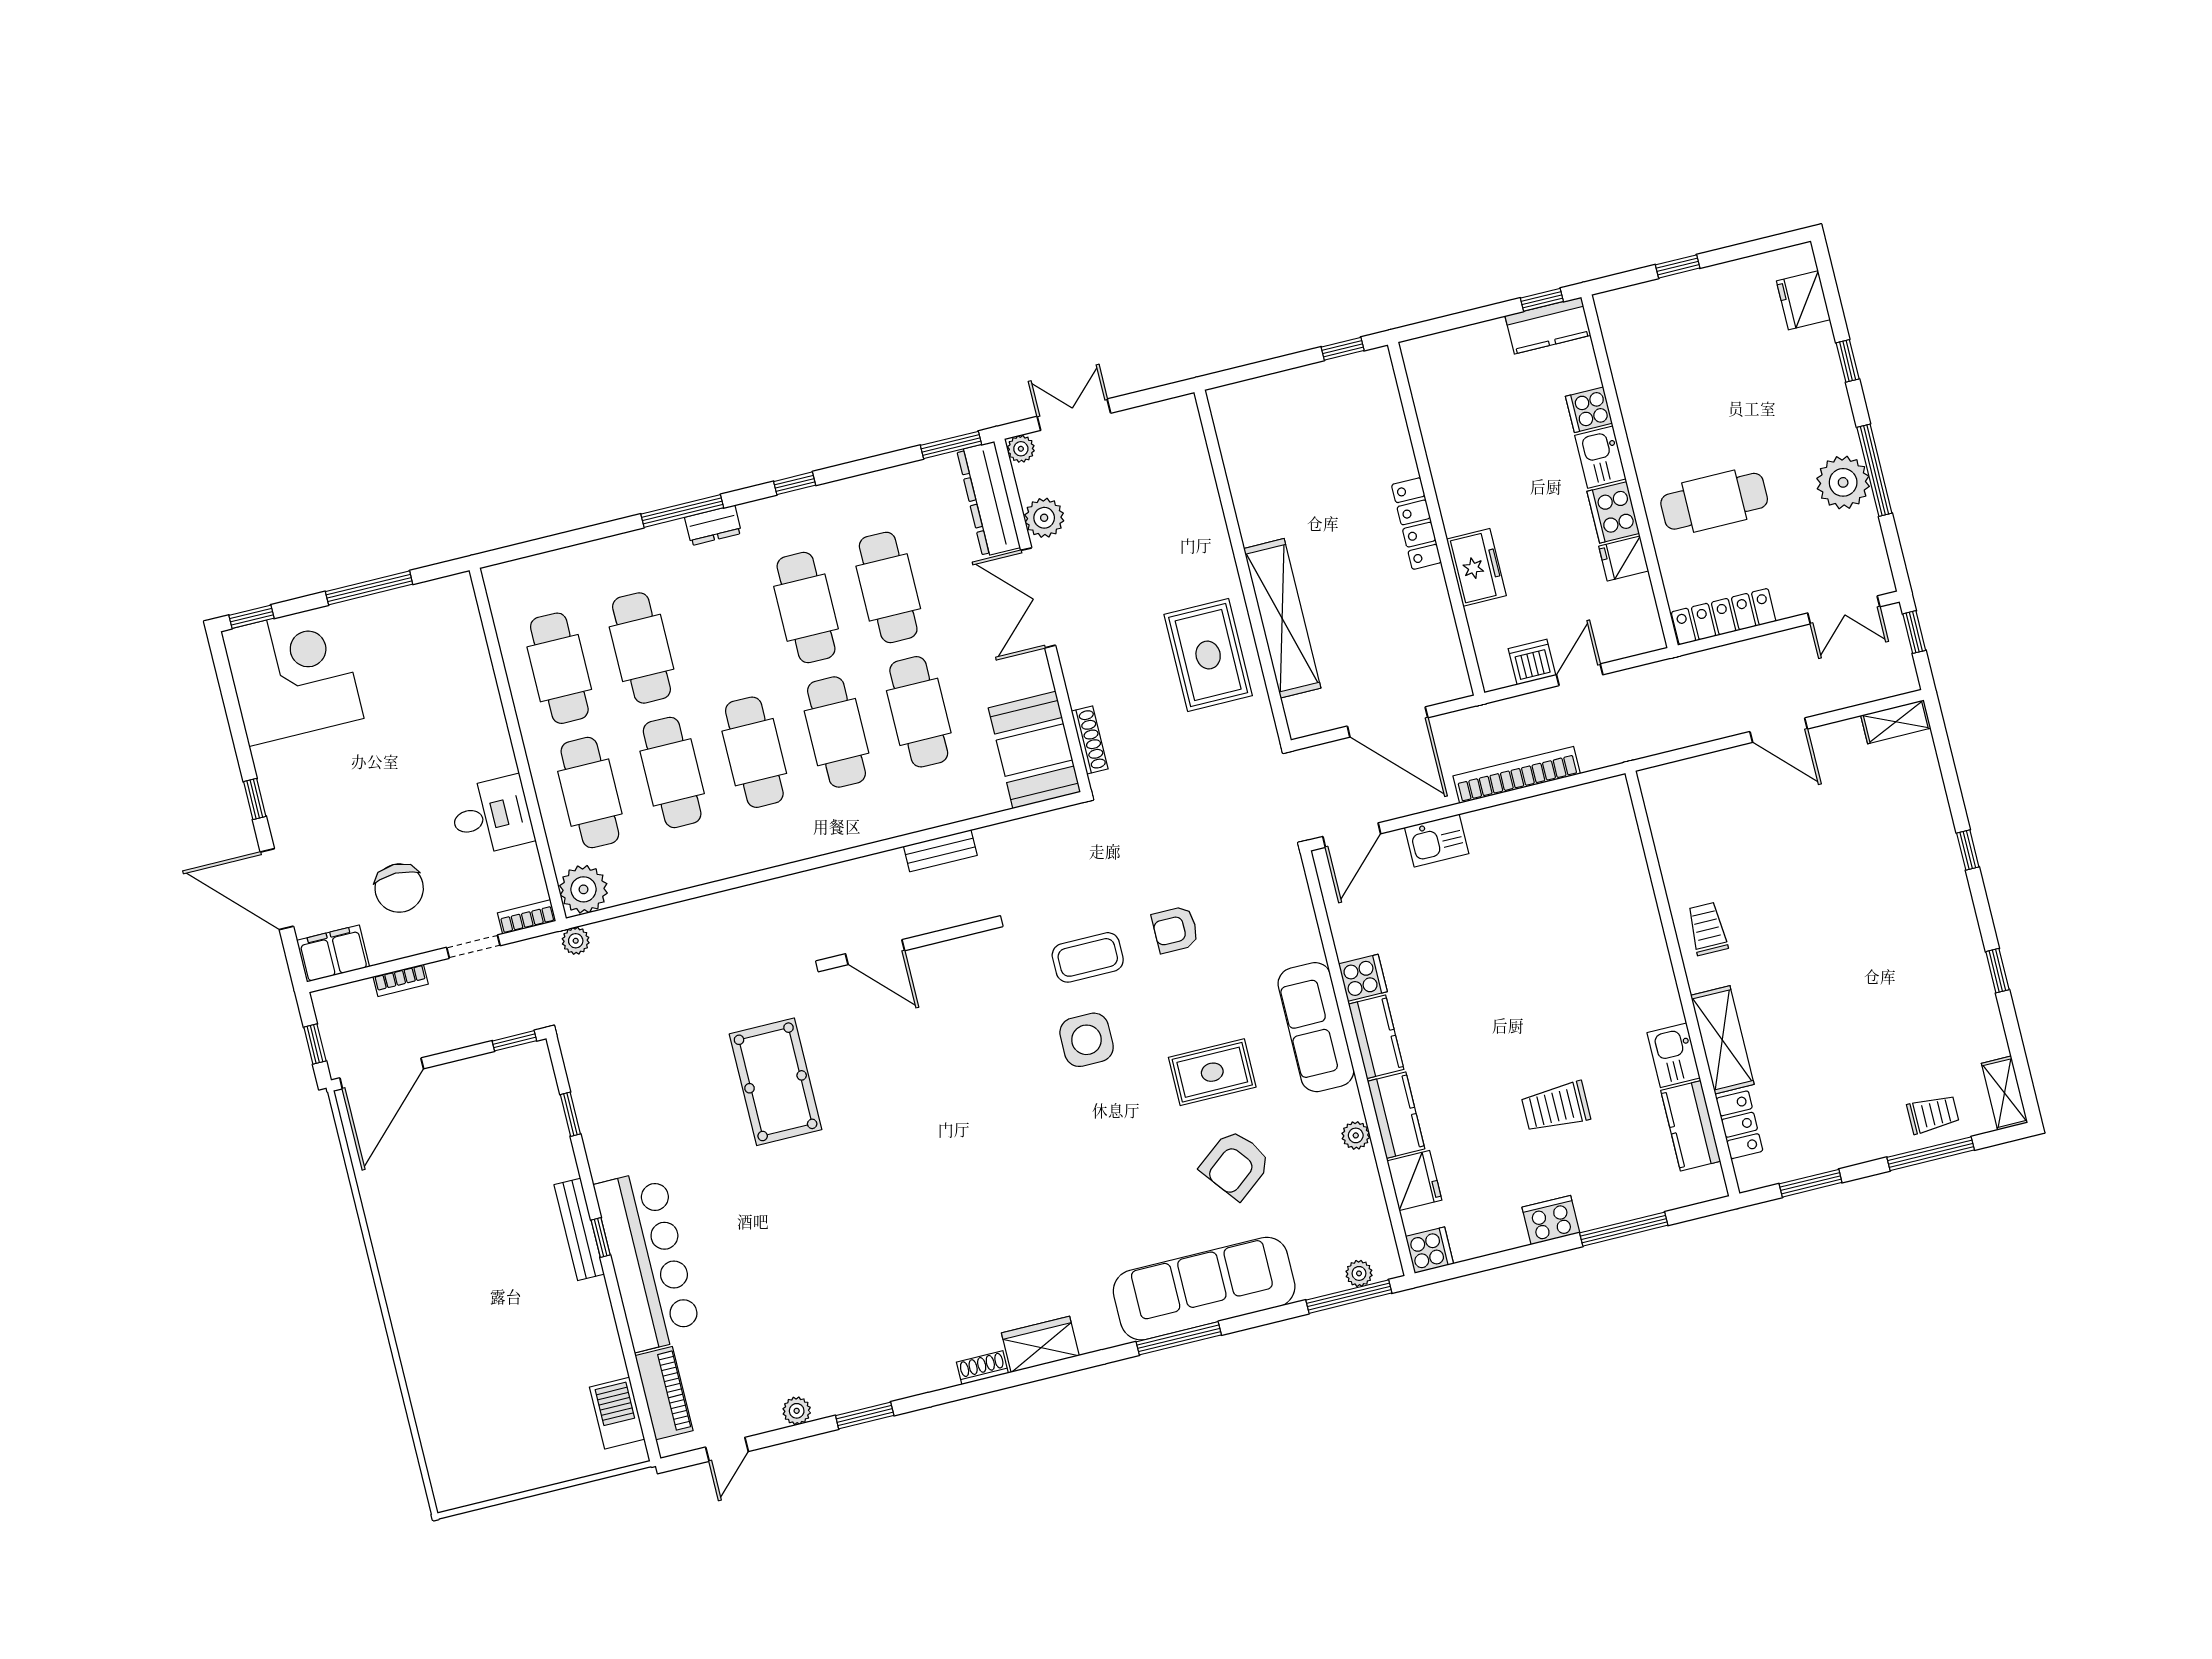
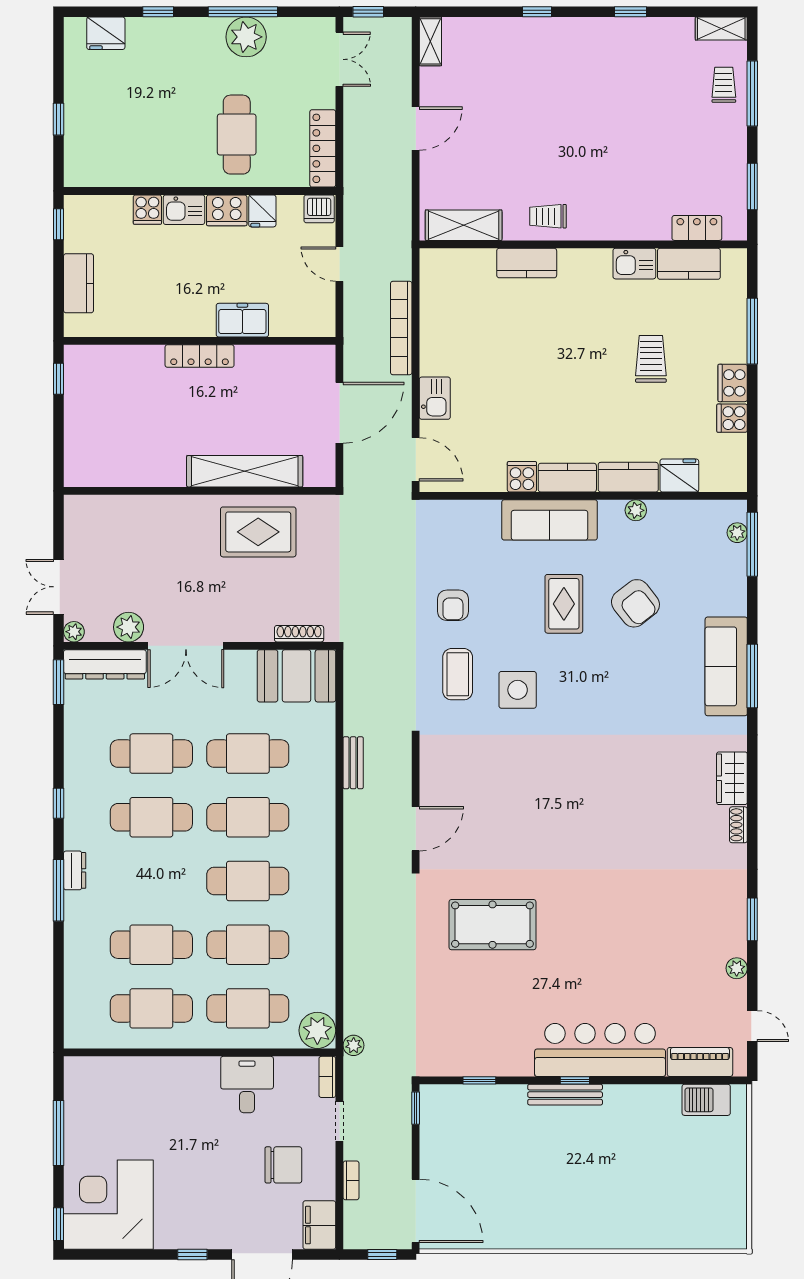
kitchen counter: (1548, 326) -> (78, 283), moved
dishwasher: (1532, 662) -> (319, 209), moved, turned -90
kitchen counter: (1640, 916) -> (527, 263), added
shelving: (1722, 1040) -> (464, 225), moved
trolley: (1556, 1107) -> (651, 359), turned 180
cooker: (1430, 1250) -> (732, 418), moved, turned -90
sofa: (1204, 1289) -> (726, 666), width x0.74, depth x0.79

